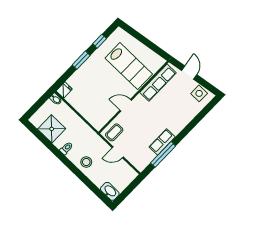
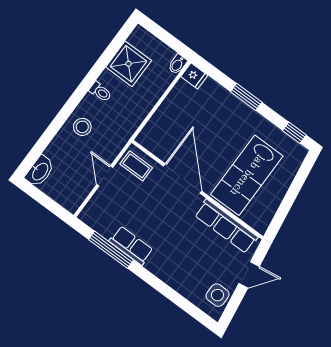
window: (100, 41) -> (294, 133), moved
door: (126, 105) -> (183, 179), width x1.87

